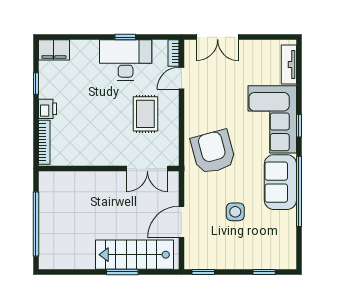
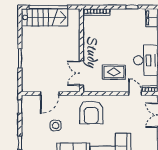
printer: (47, 109) -> (117, 14), removed
armchair: (213, 152) -> (91, 112), turned 105
door: (181, 222) -> (50, 94), swing flipped
stairs: (135, 255) -> (45, 17), moved, turned 90

